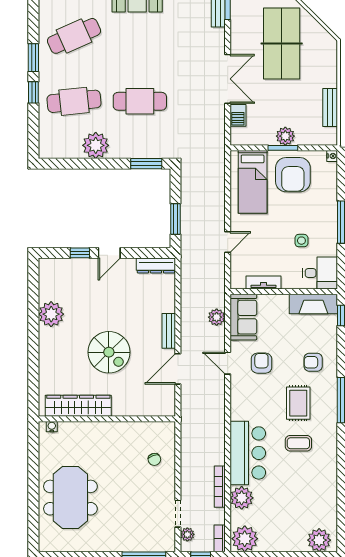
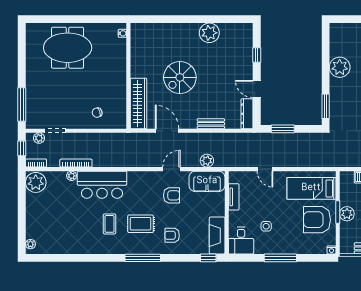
door: (109, 253) -> (257, 89), moved
bench: (169, 331) -> (211, 124), moved
armchair: (313, 362) -> (172, 235), turned -90
wardrobe: (78, 406) -> (139, 103), moved
plant: (242, 498) -> (72, 176), width x0.53, depth x0.53
plant: (319, 540) -> (30, 244), width x0.53, depth x0.53

